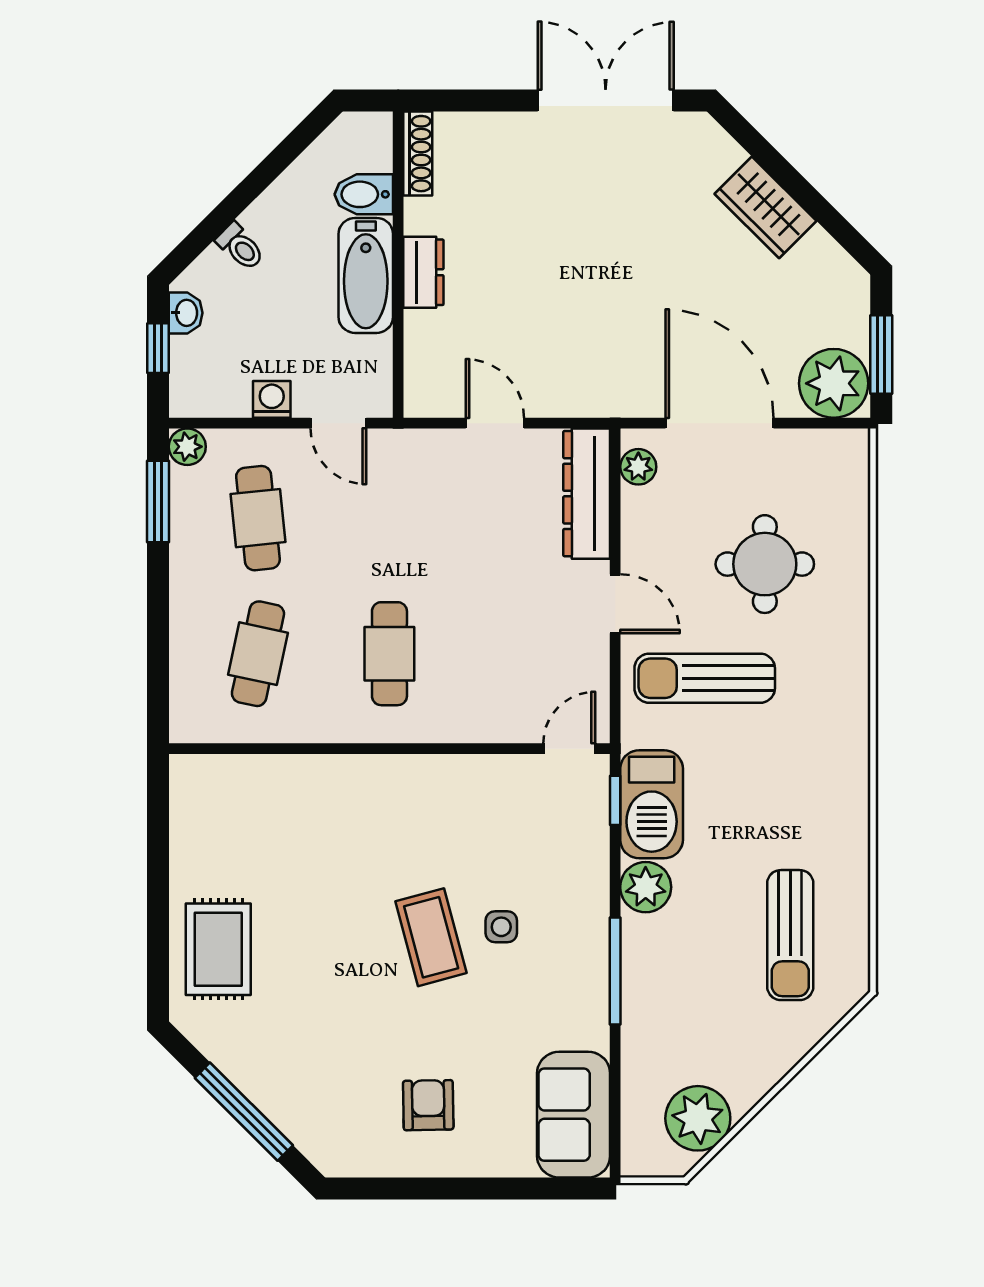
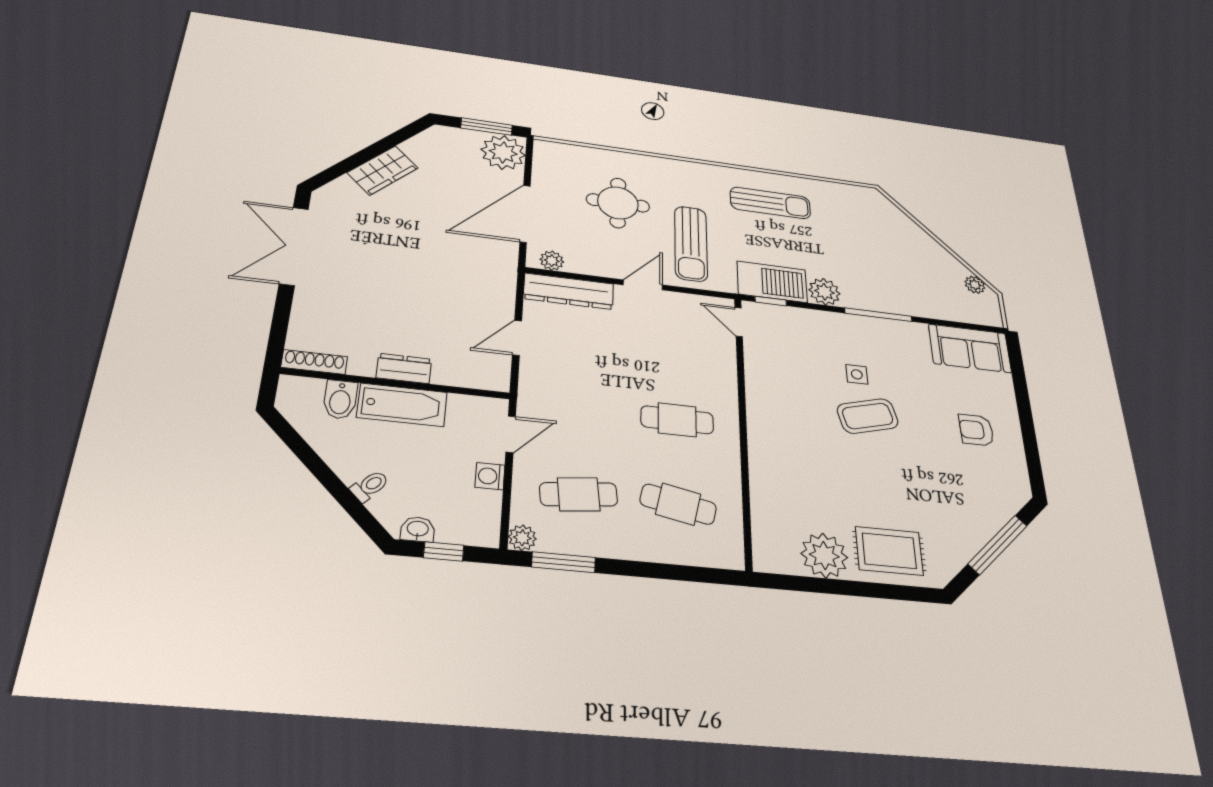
plant: (202, 855) -> (824, 555), added
sun lounger: (790, 935) -> (770, 203), moved
plant: (698, 1118) -> (975, 285), width x0.53, depth x0.53

